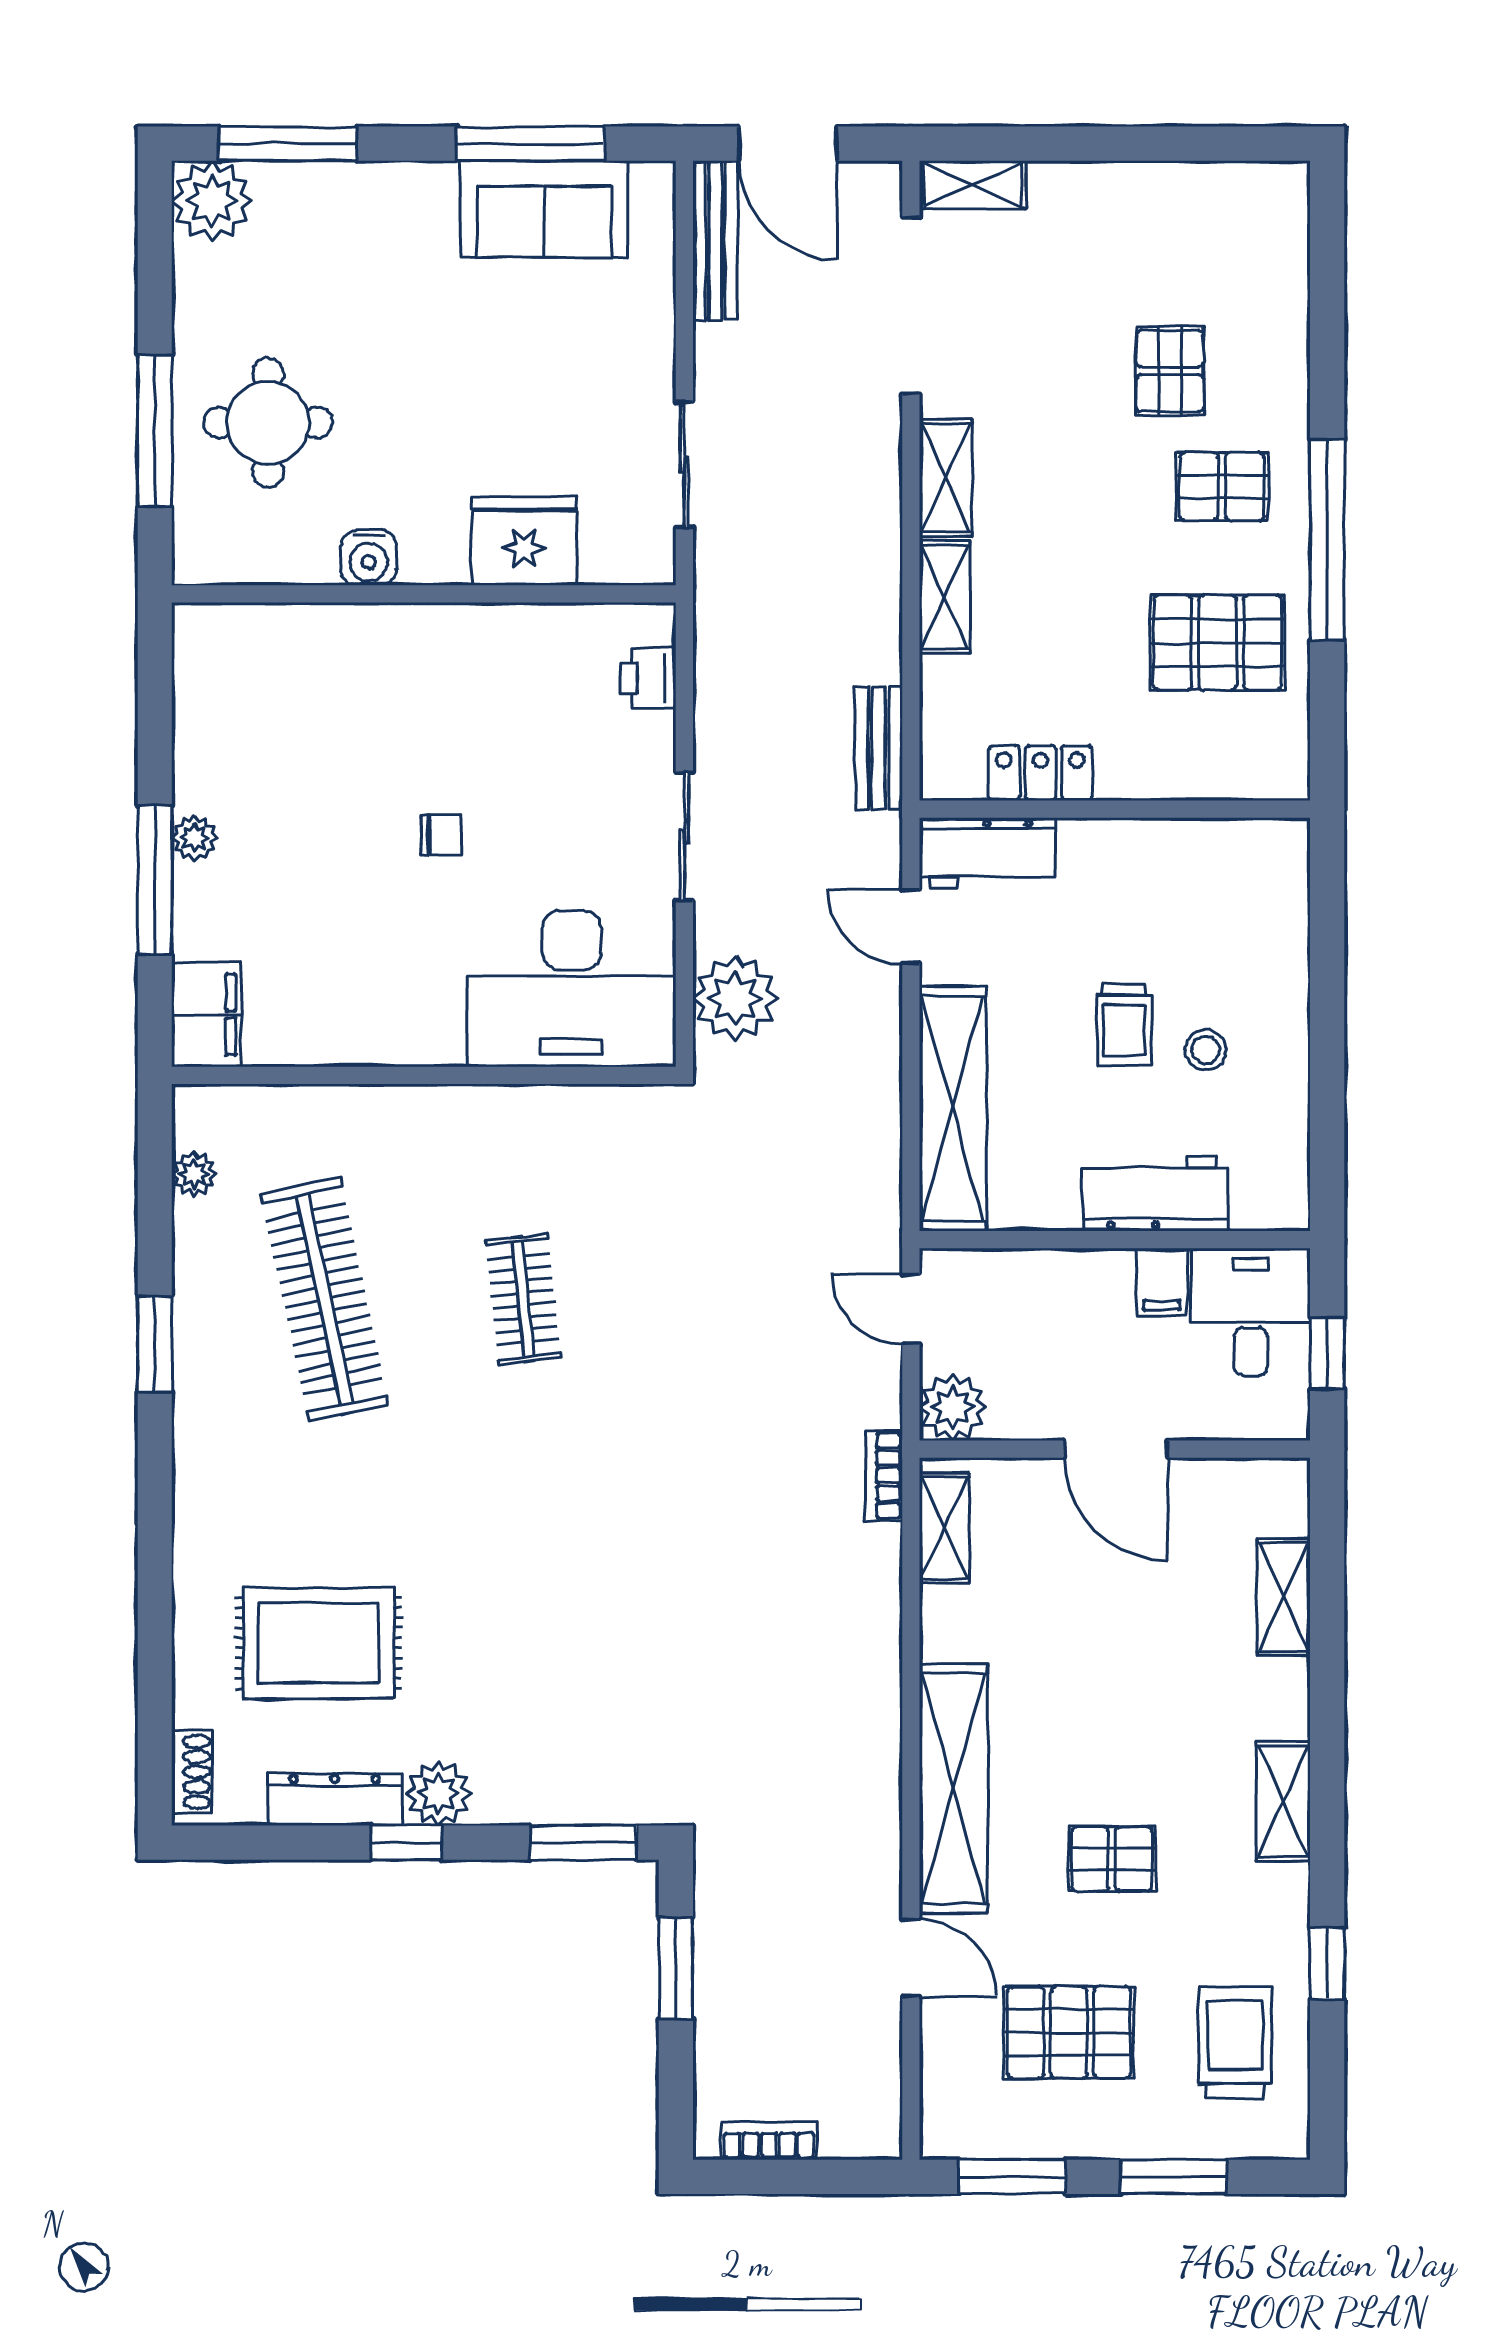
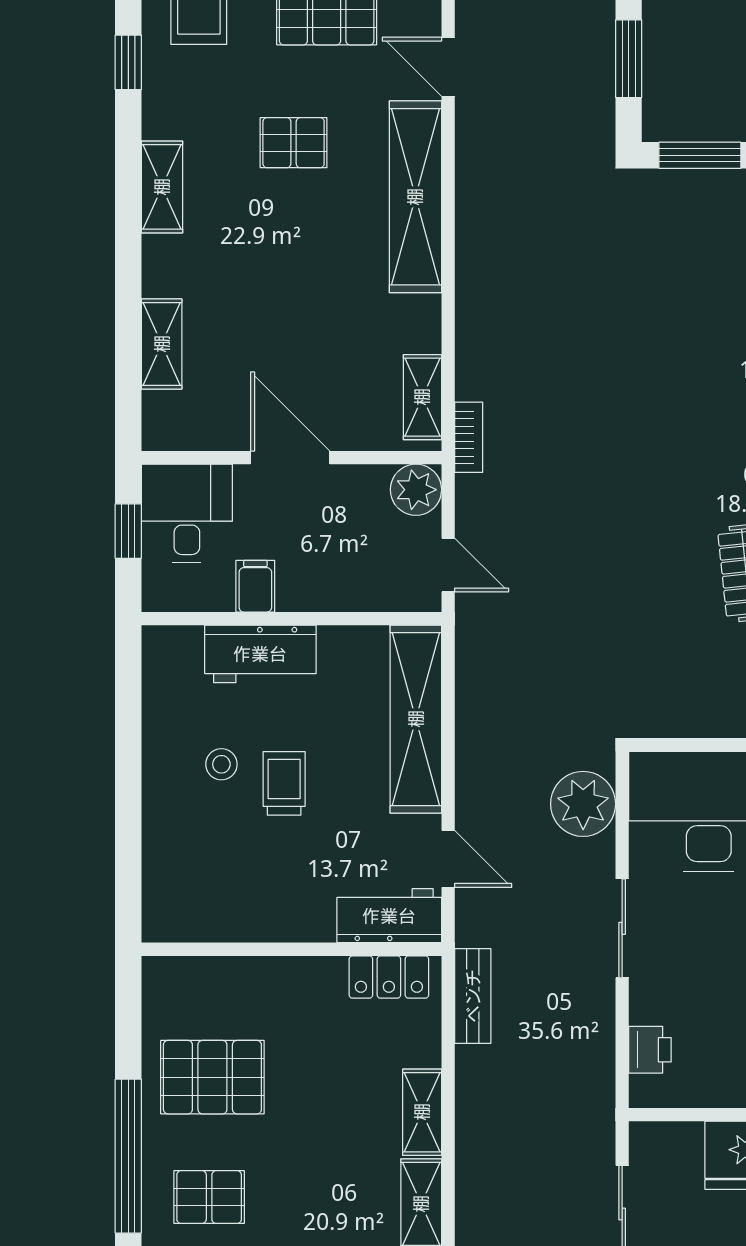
locker: (1040, 773) -> (389, 977), moved
desk: (1251, 1312) -> (187, 513), moved, turned 180

